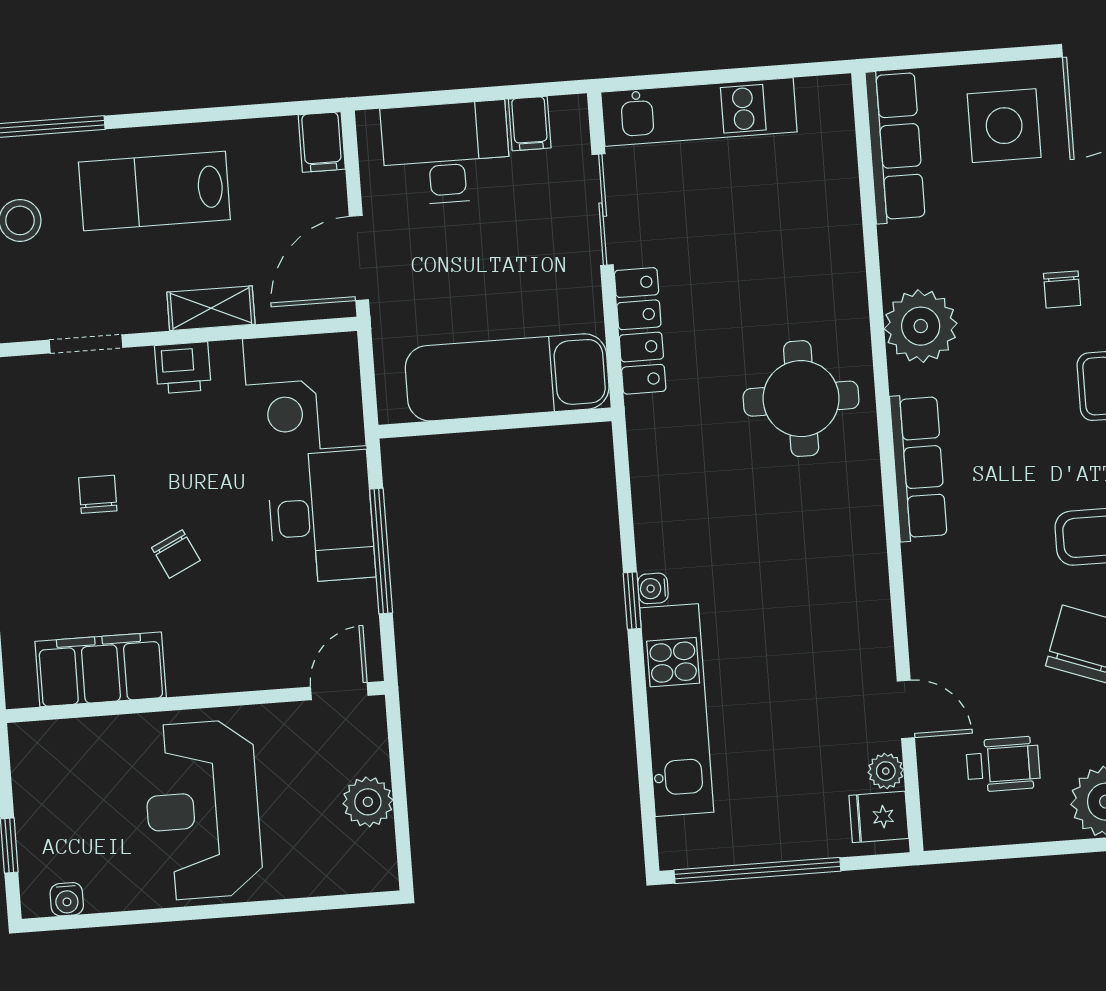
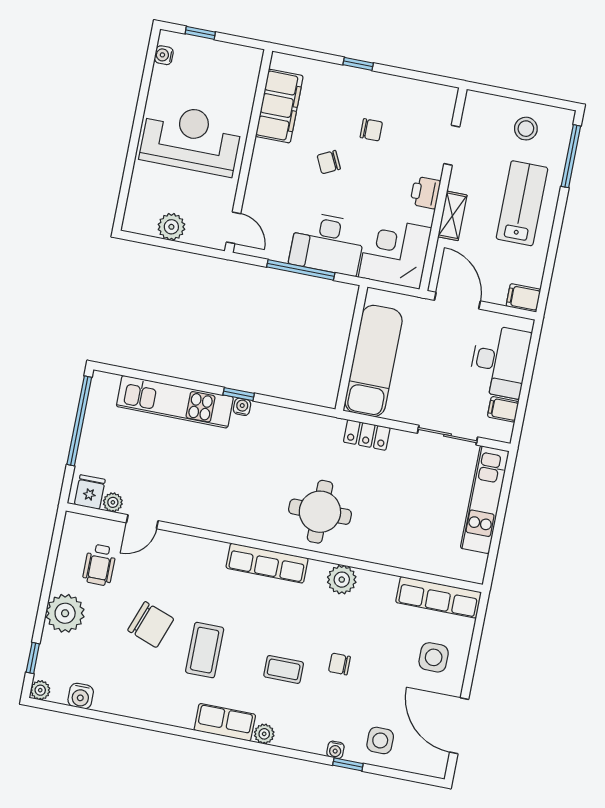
side table: (1004, 126) -> (434, 657), width x0.73, depth x0.73
plant: (921, 326) -> (342, 580), width x0.73, depth x0.73
locker: (640, 331) -> (367, 435), width x0.66

